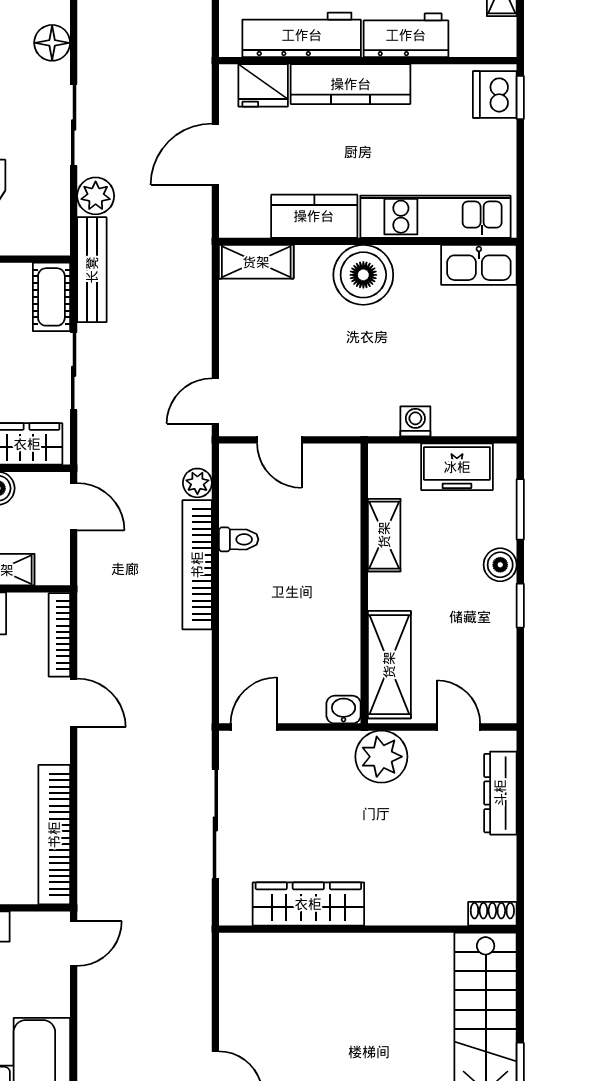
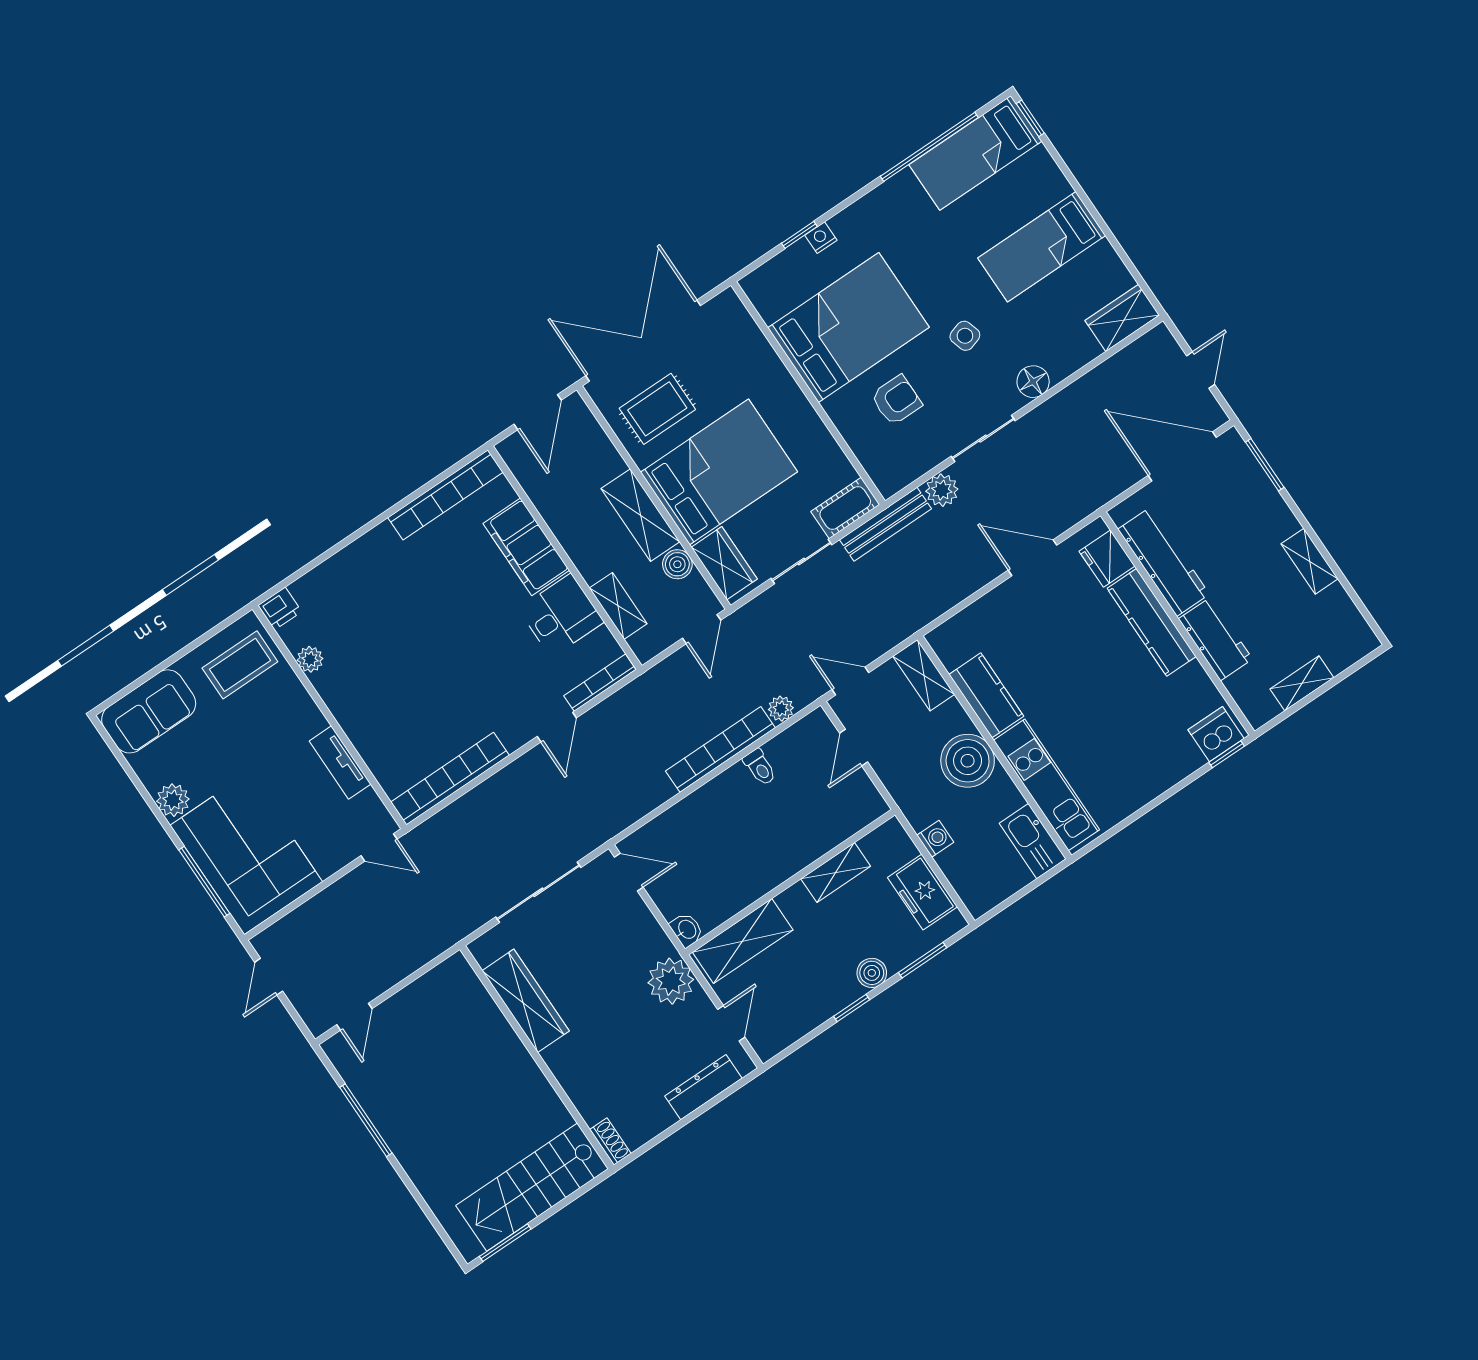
kitchen counter: (314, 216) -> (986, 695), moved
kitchen unit: (435, 217) -> (1047, 785), moved
wall: (368, 241) -> (995, 747), moved
shelving: (256, 262) -> (924, 675), moved
kitchen sink: (479, 265) -> (1033, 841), moved
boiler: (363, 275) -> (968, 761), moved

